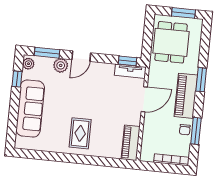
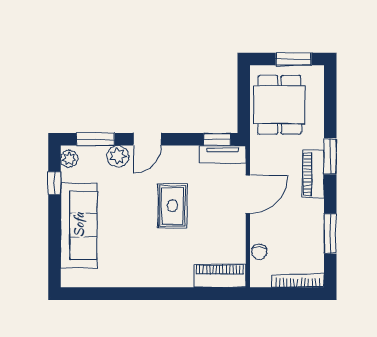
piano: (186, 96) -> (313, 174), width x0.73, depth x0.75
chair: (185, 130) -> (259, 252), moved
rug: (80, 133) -> (172, 206), moved
piano: (131, 143) -> (220, 276), moved, turned 90

